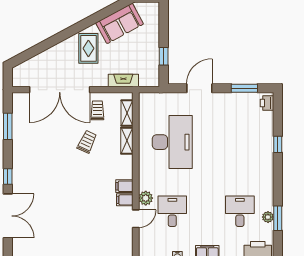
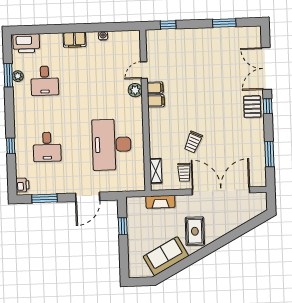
shelving: (127, 141) -> (155, 144), removed
pallet: (24, 177) -> (252, 107), added
desk: (172, 211) -> (47, 147), moved

